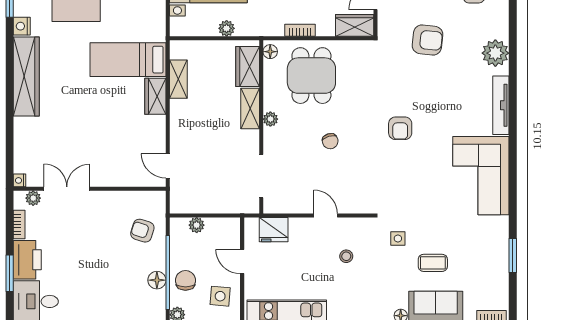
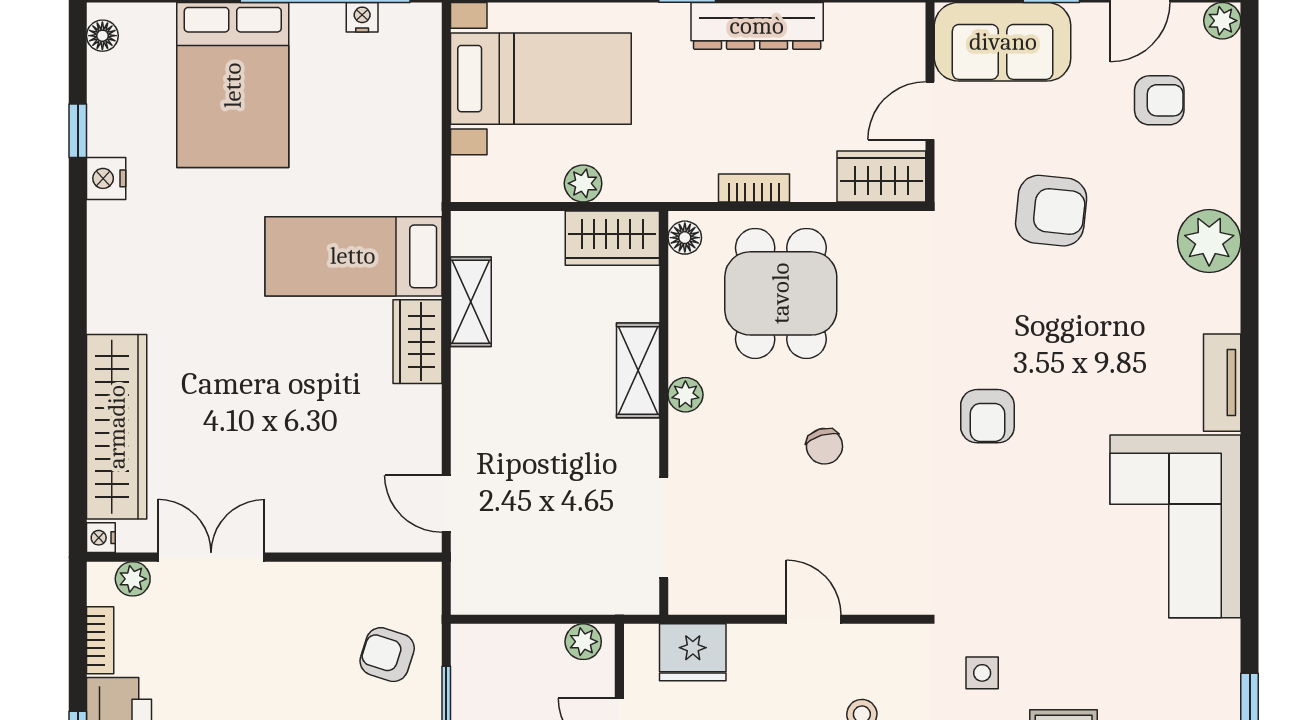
wardrobe: (248, 67) -> (612, 238), moved, turned -90
wardrobe: (26, 76) -> (117, 427), moved
tv unit: (501, 105) -> (1222, 383), width x0.71
plant: (197, 225) -> (583, 642), moved

